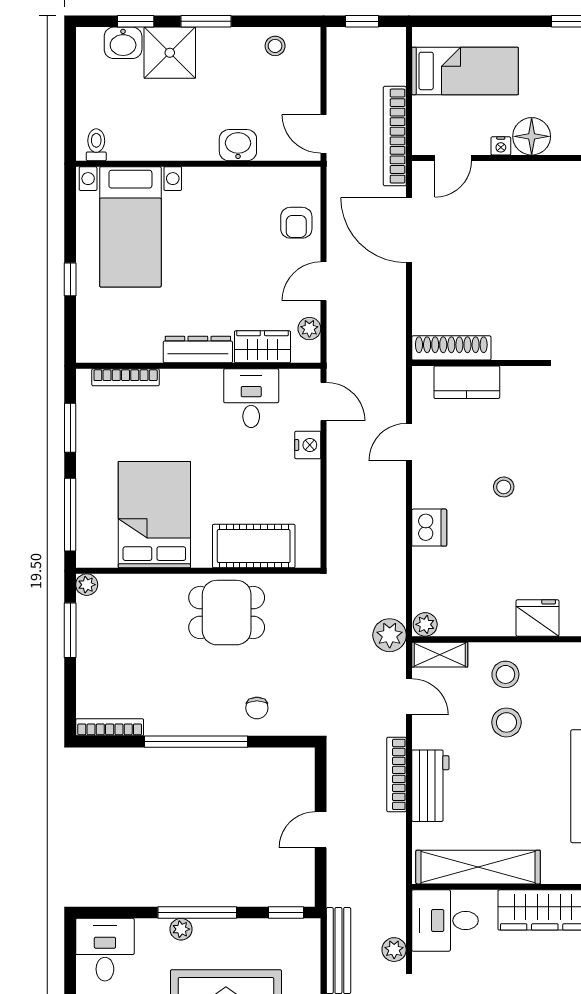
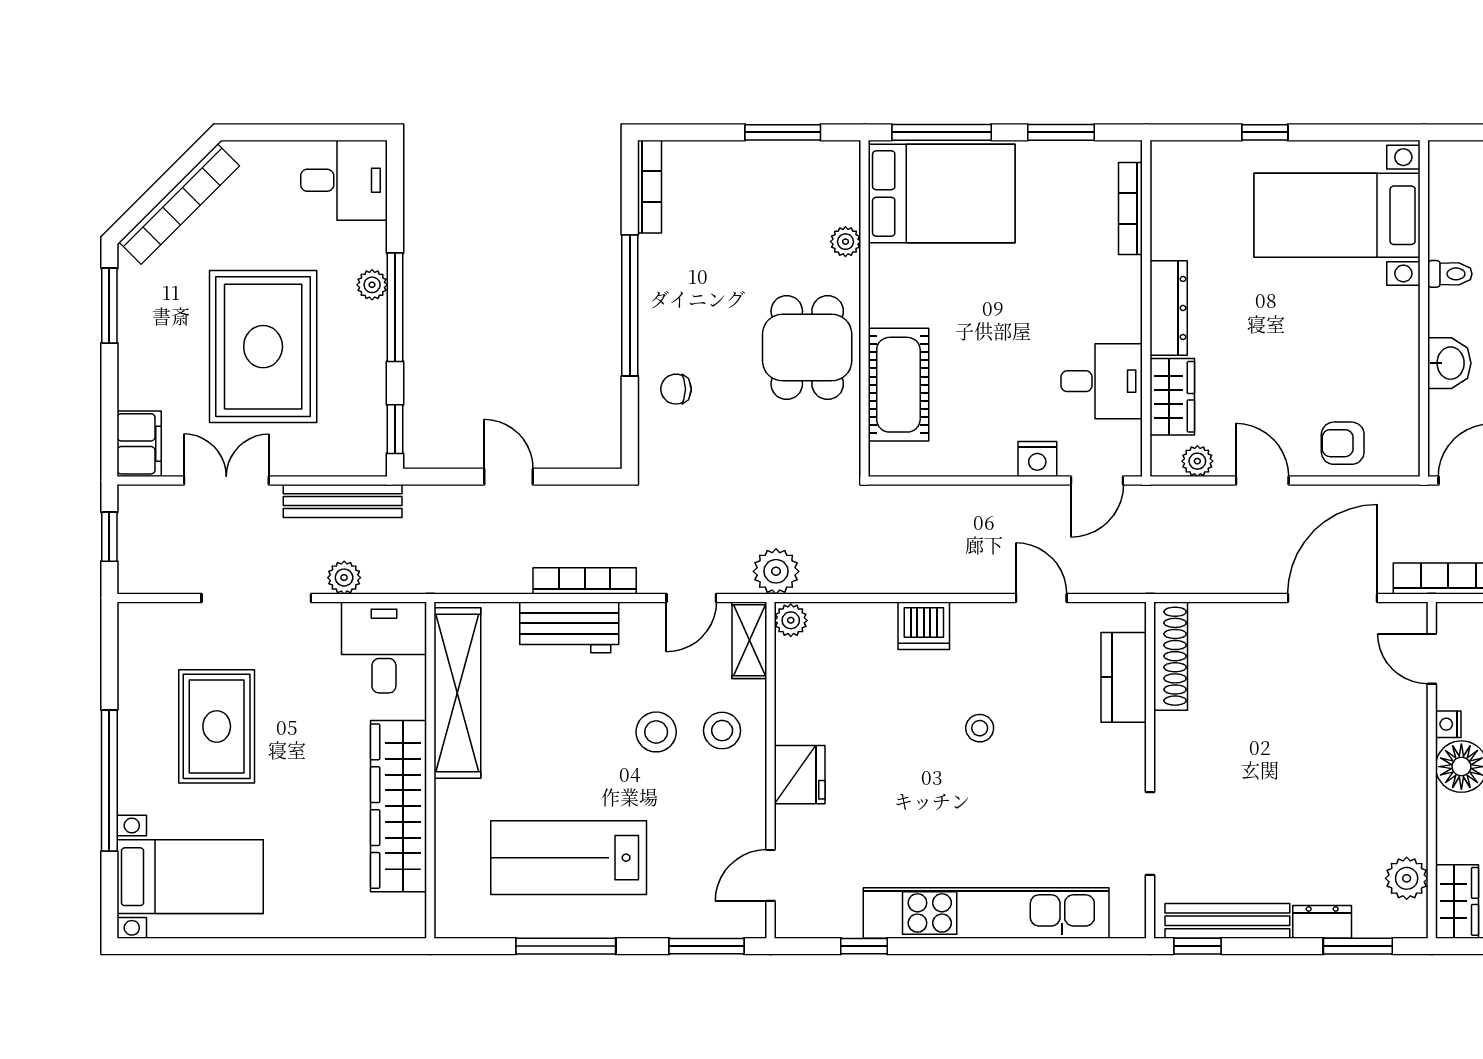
toilet: (96, 145) -> (1450, 274), moved
bed: (154, 515) -> (942, 193), moved
plant: (87, 585) -> (845, 242), moved

